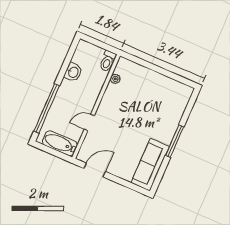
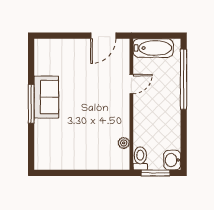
window: (101, 44) -> (156, 173), added
washbasin: (73, 72) -> (172, 160), moved
sofa: (150, 165) -> (46, 97), moved, width x0.73

